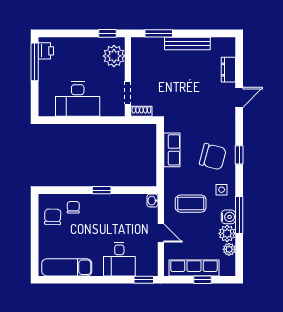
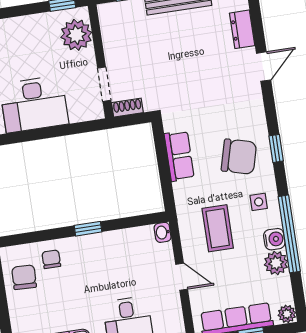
coffee table: (191, 204) -> (218, 228), turned 90
window: (239, 215) -> (289, 234), width x1.46
plant: (229, 249) -> (287, 314), moved

